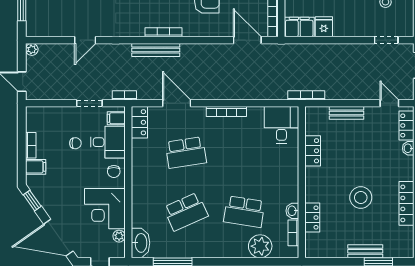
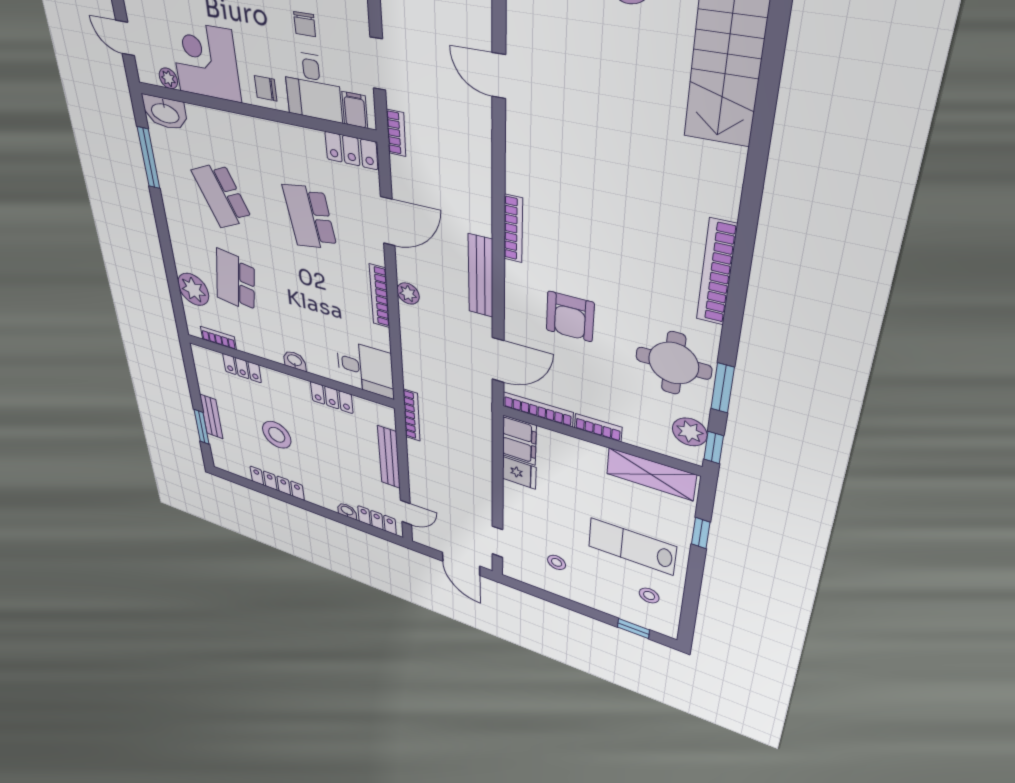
bench: (156, 50) -> (481, 276), moved
plant: (219, 93) -> (408, 293), added
bench: (346, 113) -> (389, 457), width x1.36
washbasin: (292, 211) -> (295, 361), moved

